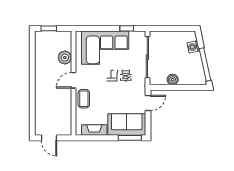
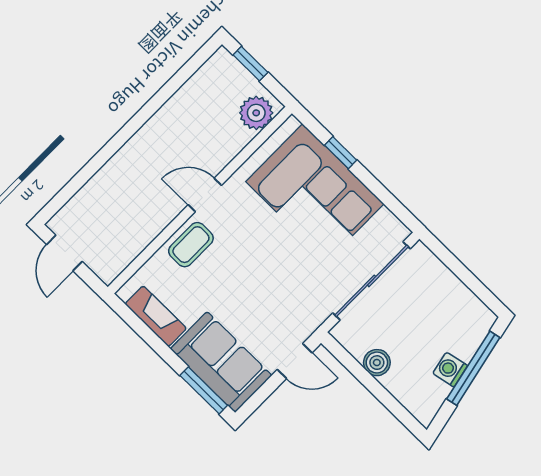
window: (127, 28) -> (341, 153), moved
washing machine: (193, 47) -> (450, 369), moved
plant: (65, 58) -> (256, 113), moved
window: (205, 64) -> (473, 368), moved

